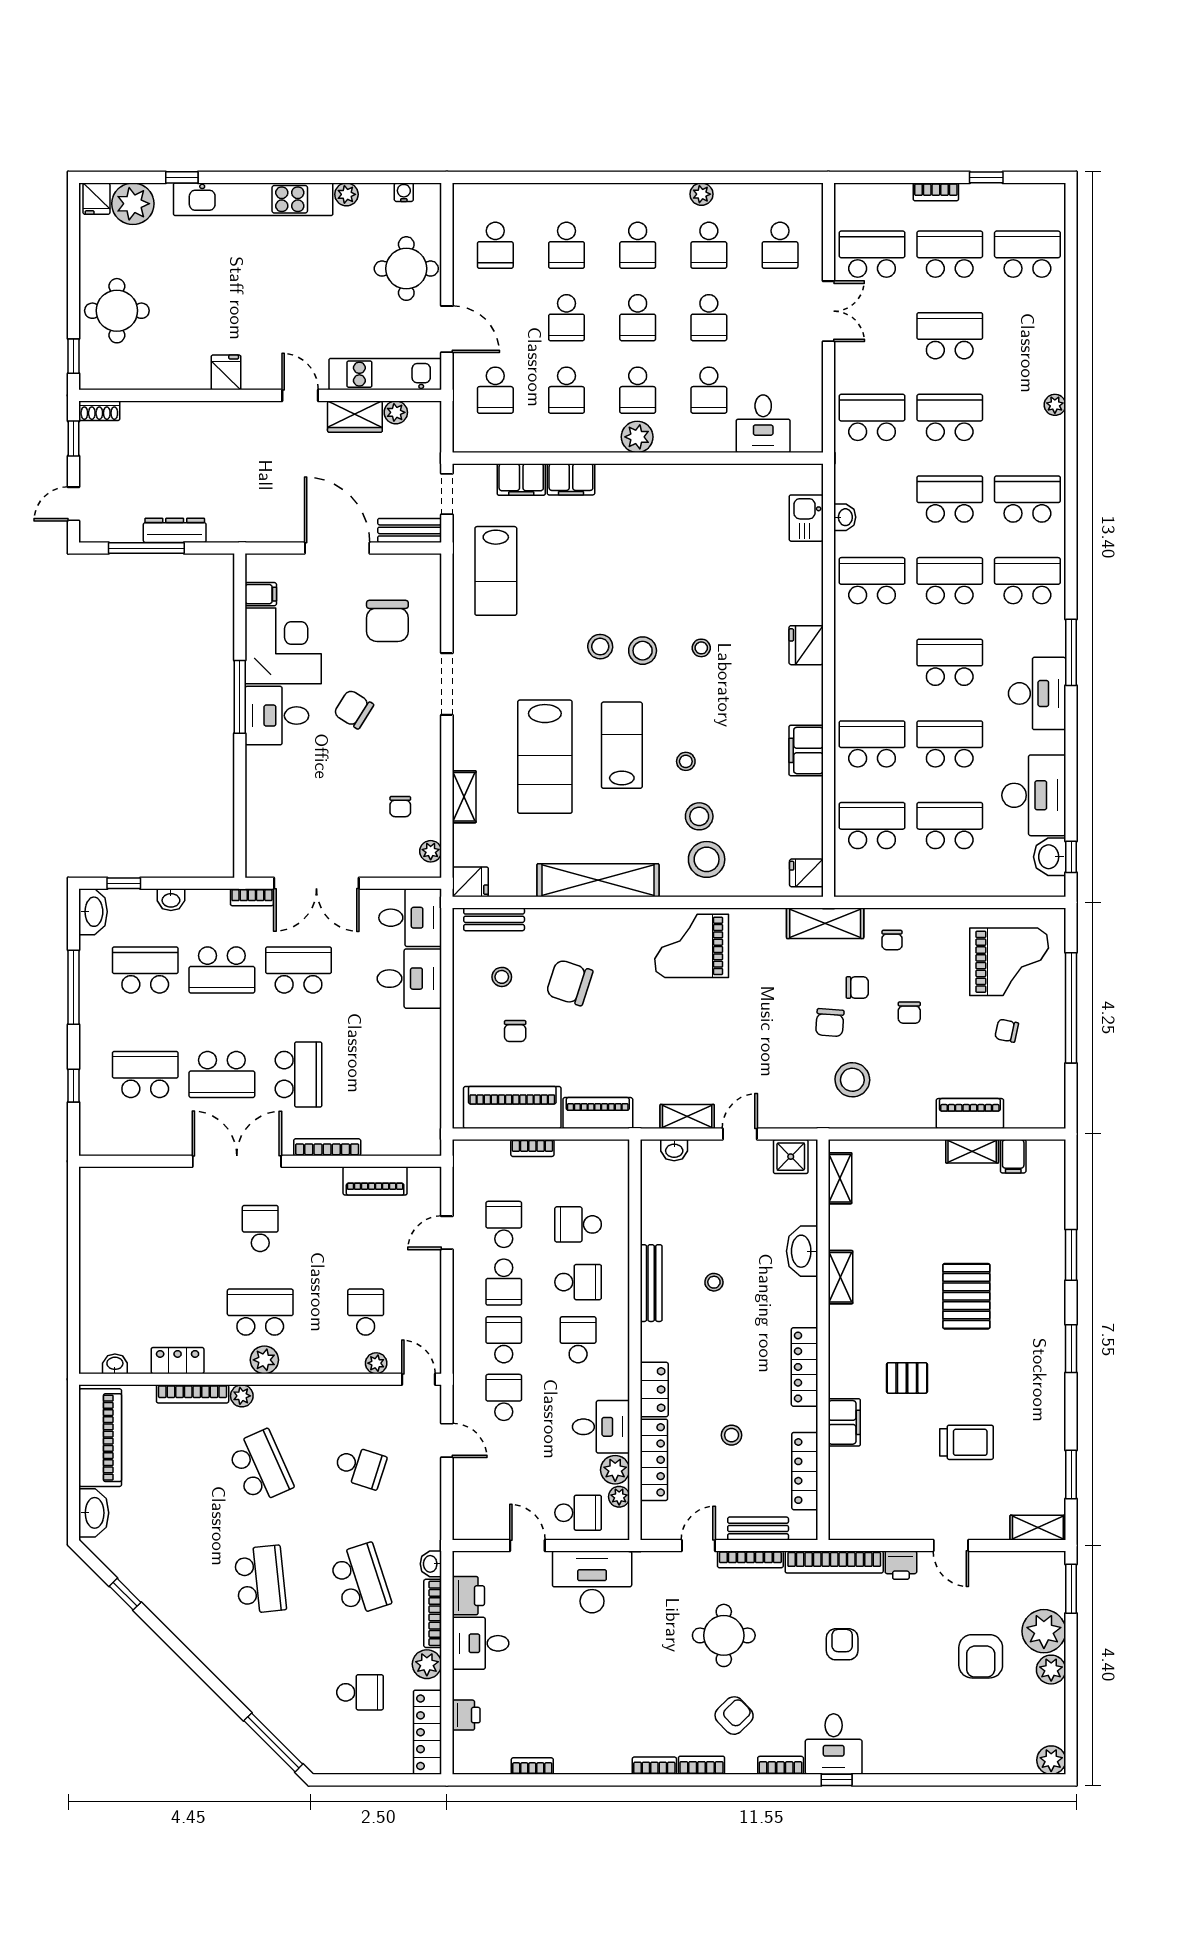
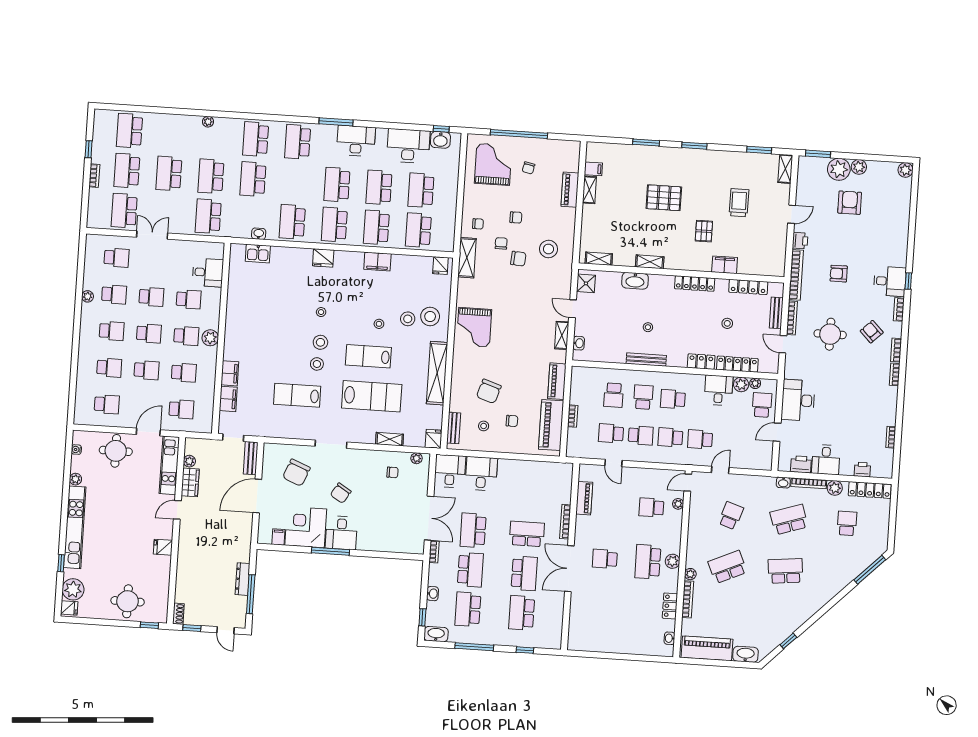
lab bench: (496, 571) -> (297, 395), moved, turned 180
school desk: (950, 581) -> (334, 225), moved
chair: (387, 621) -> (296, 473), turned 112
armchair: (981, 1656) -> (850, 203), turned -90

